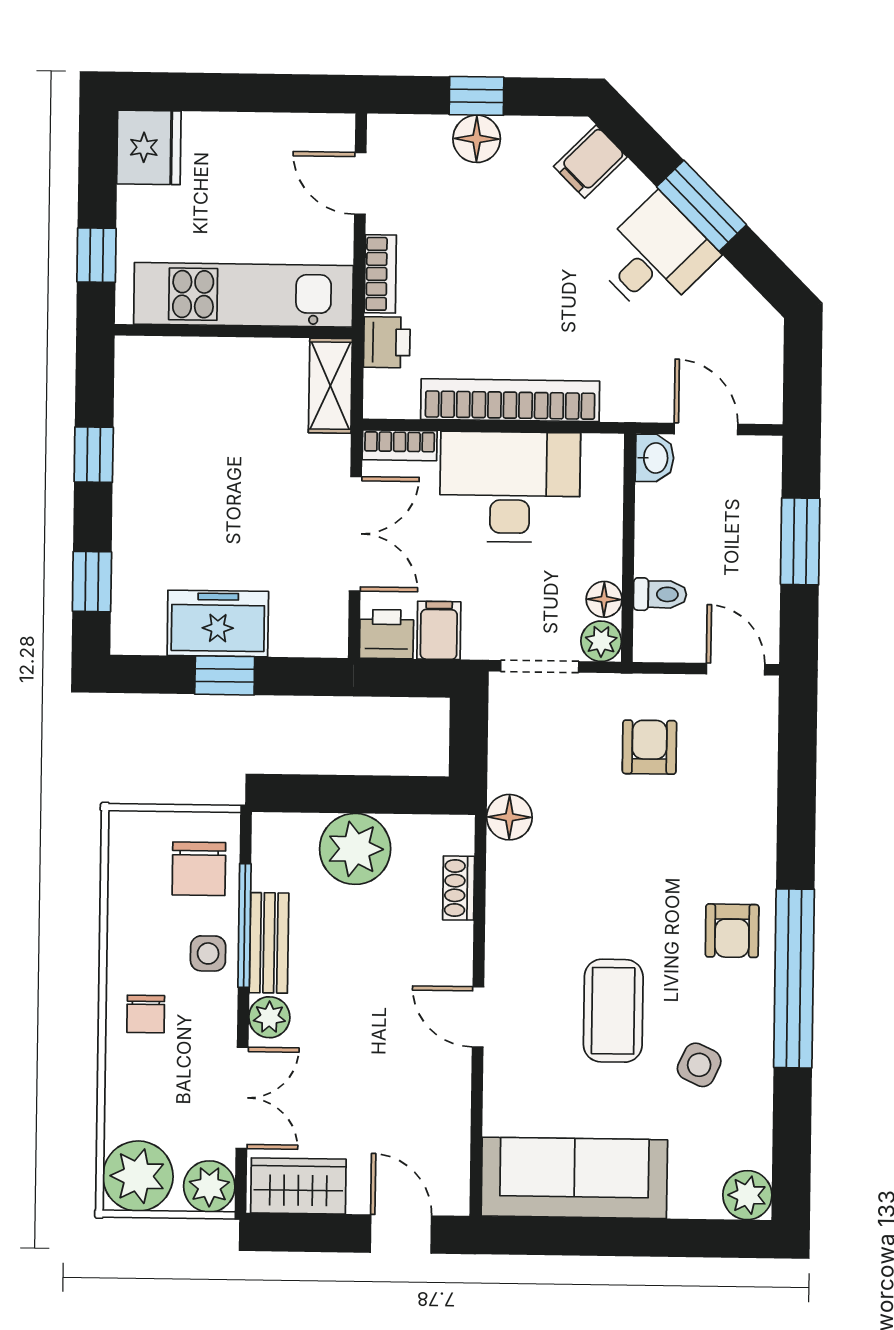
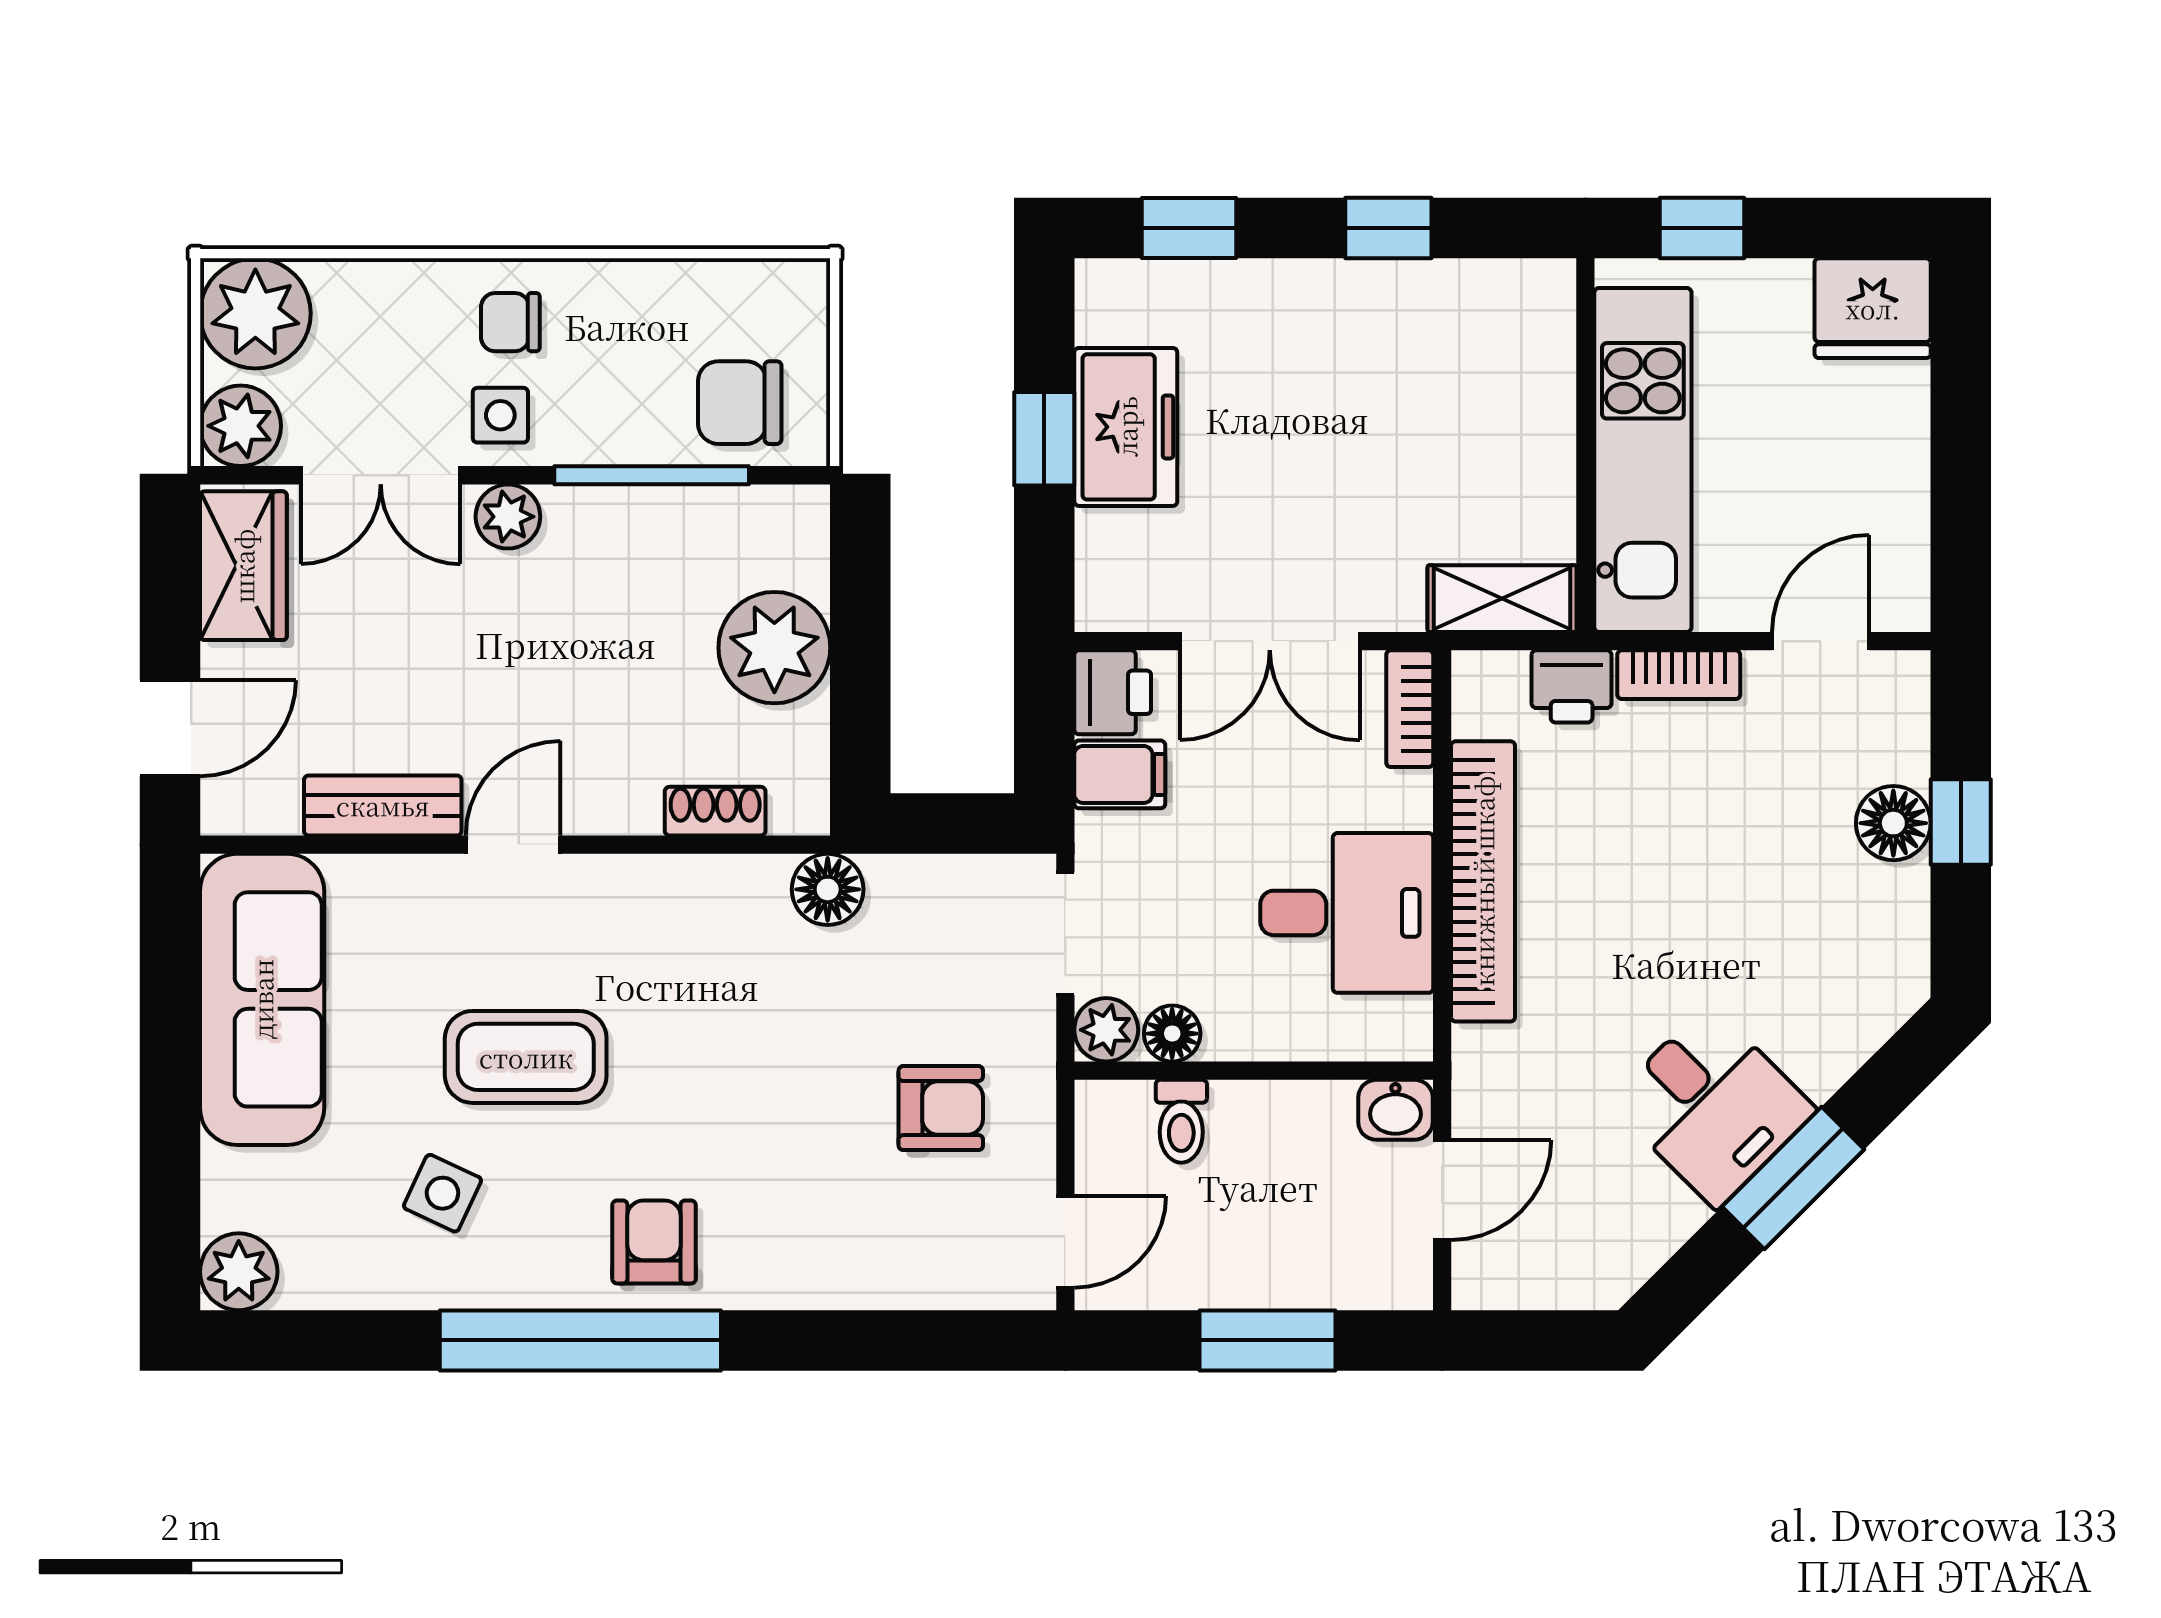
filing cabinet: (590, 162) -> (1860, 1002), removed
desk: (510, 487) -> (1347, 913), width x0.73
armchair: (732, 931) -> (654, 1242), turned 90
bench: (269, 943) -> (383, 805), moved
side table: (208, 953) -> (500, 415), moved

